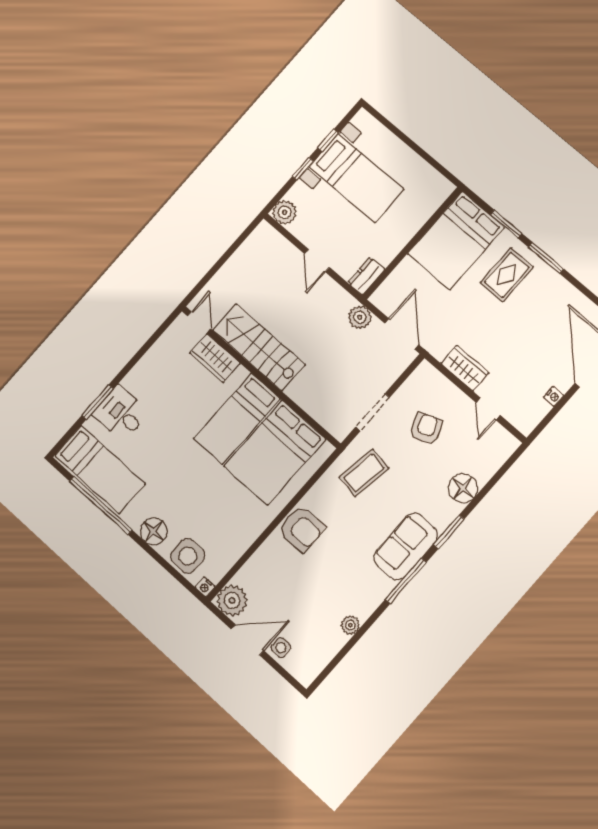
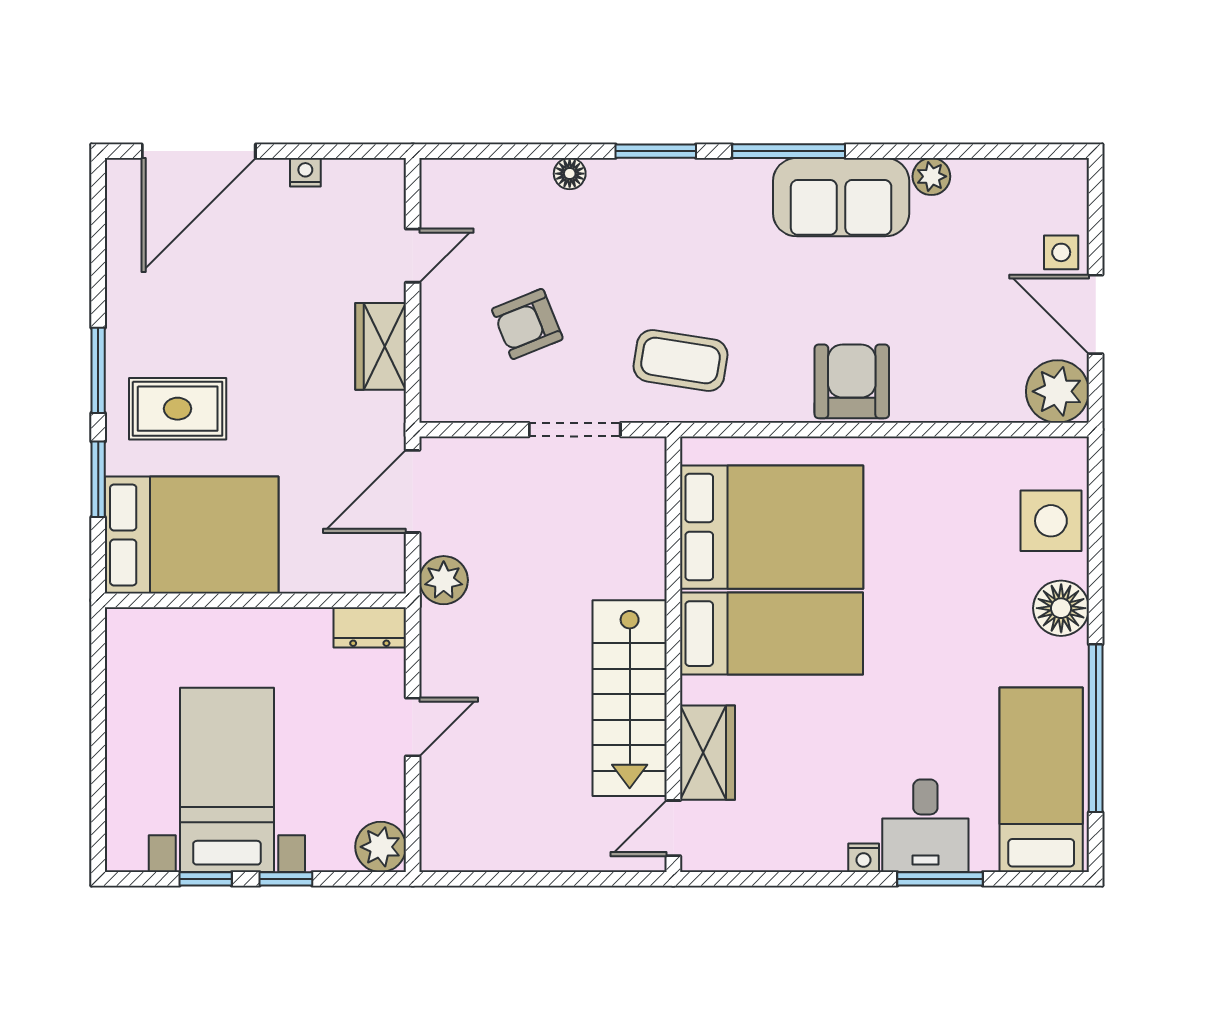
floor lamp: (463, 488) -> (570, 174), width x0.53, depth x0.53
sofa: (406, 546) -> (841, 197), moved
nightstand: (205, 587) -> (864, 858), moved, turned 90

